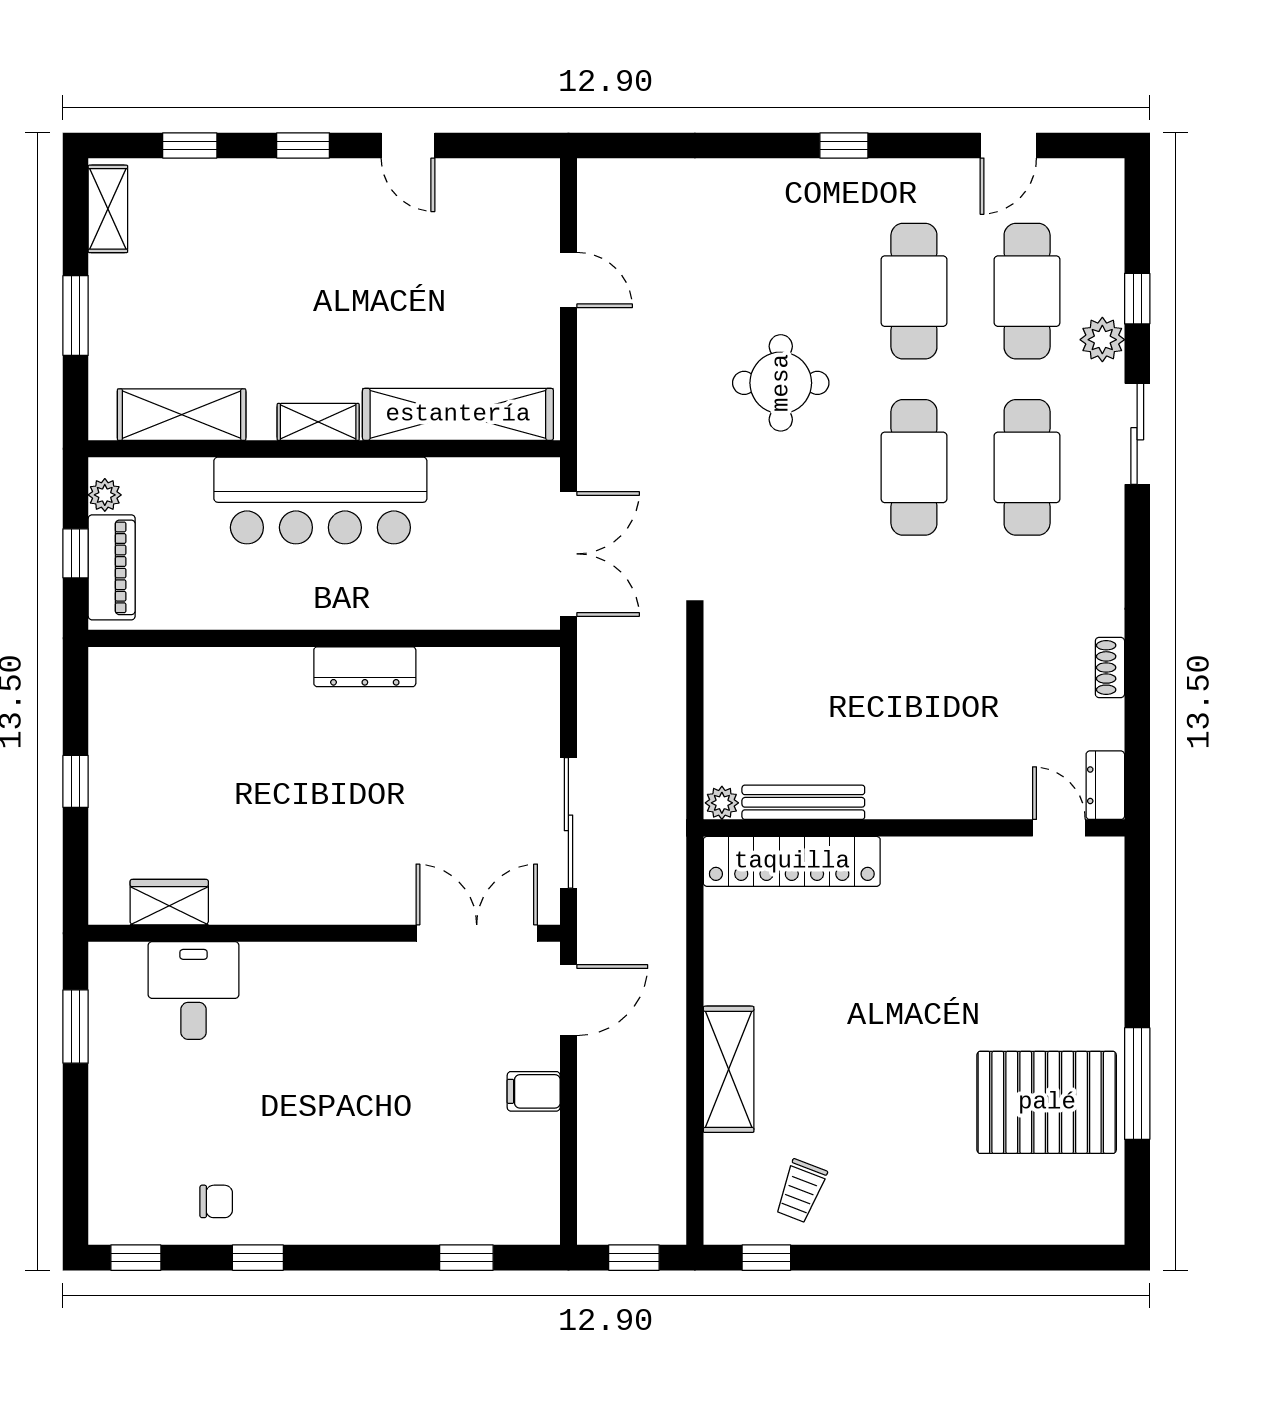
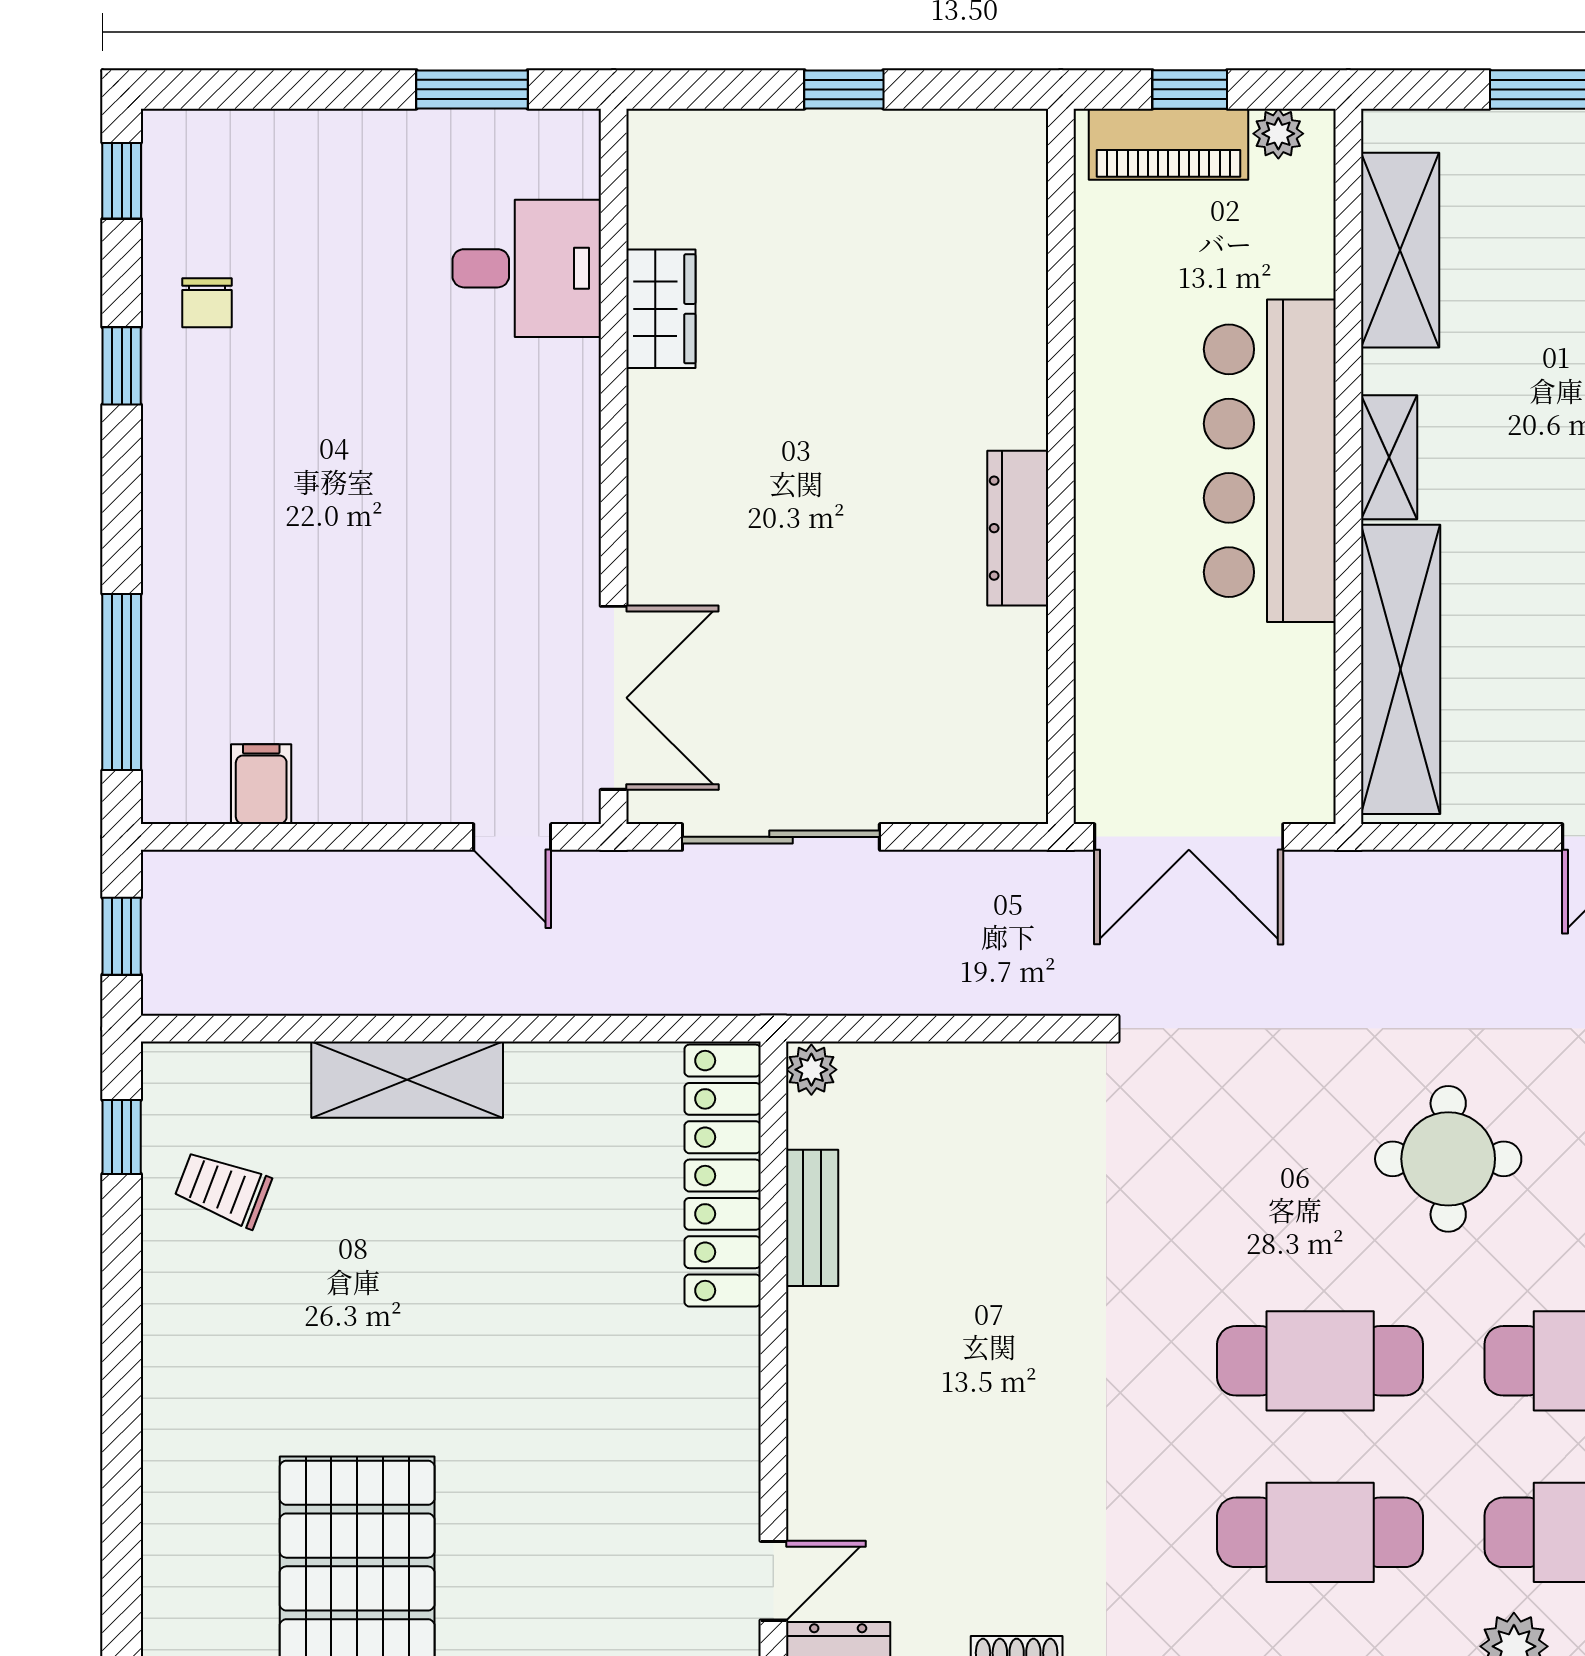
bench: (803, 802) -> (812, 1218), width x0.73
wardrobe: (169, 902) -> (661, 309), moved
door: (568, 1000) -> (512, 837), width x0.73
filing cabinet: (534, 1091) -> (261, 784), moved
window: (466, 1258) -> (122, 682), width x2.17

